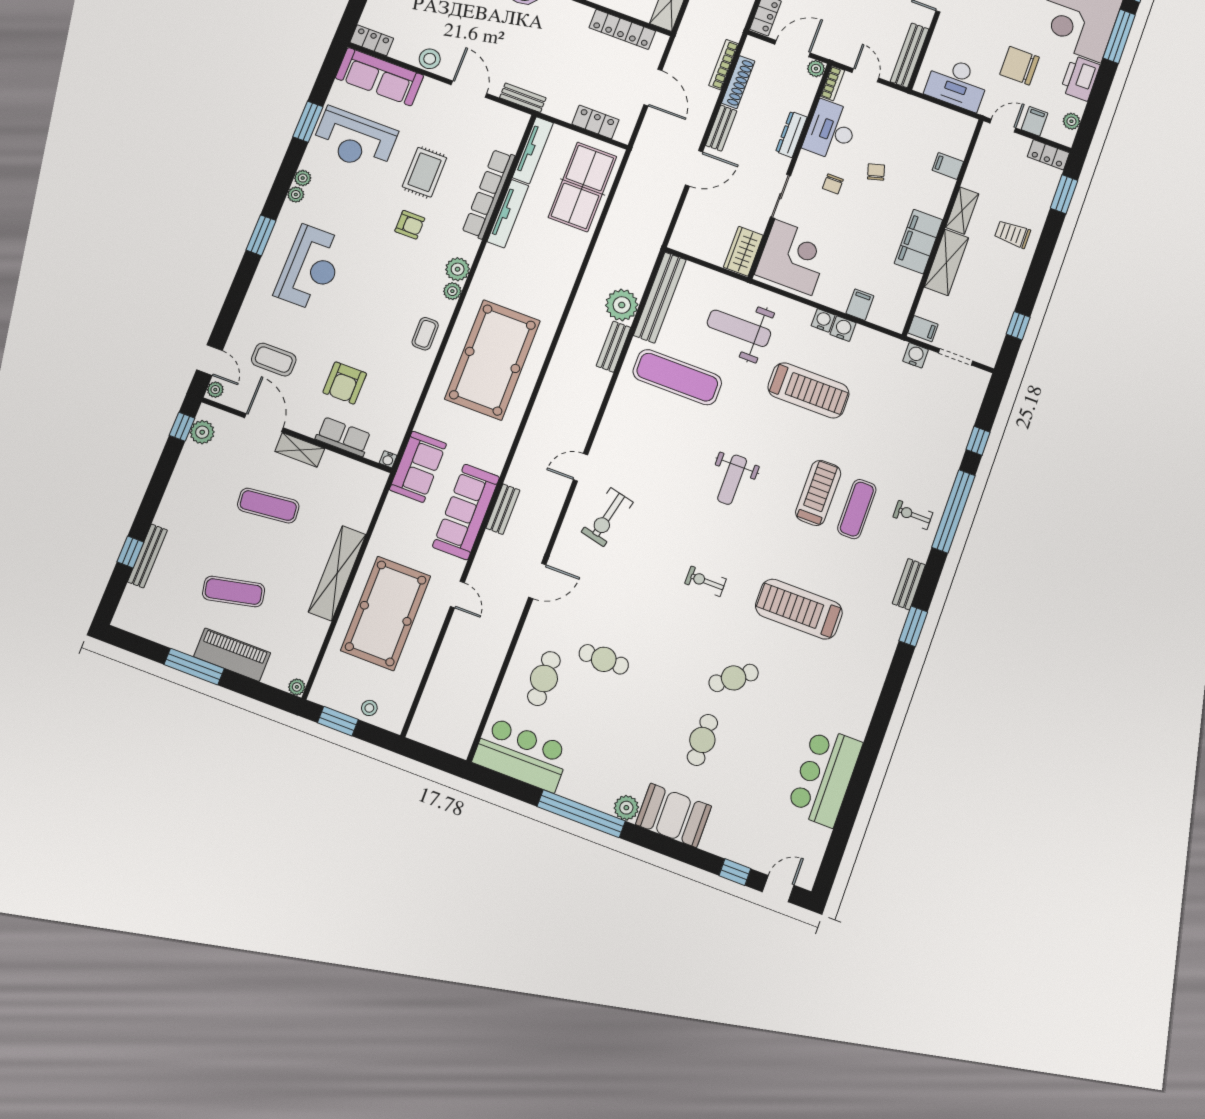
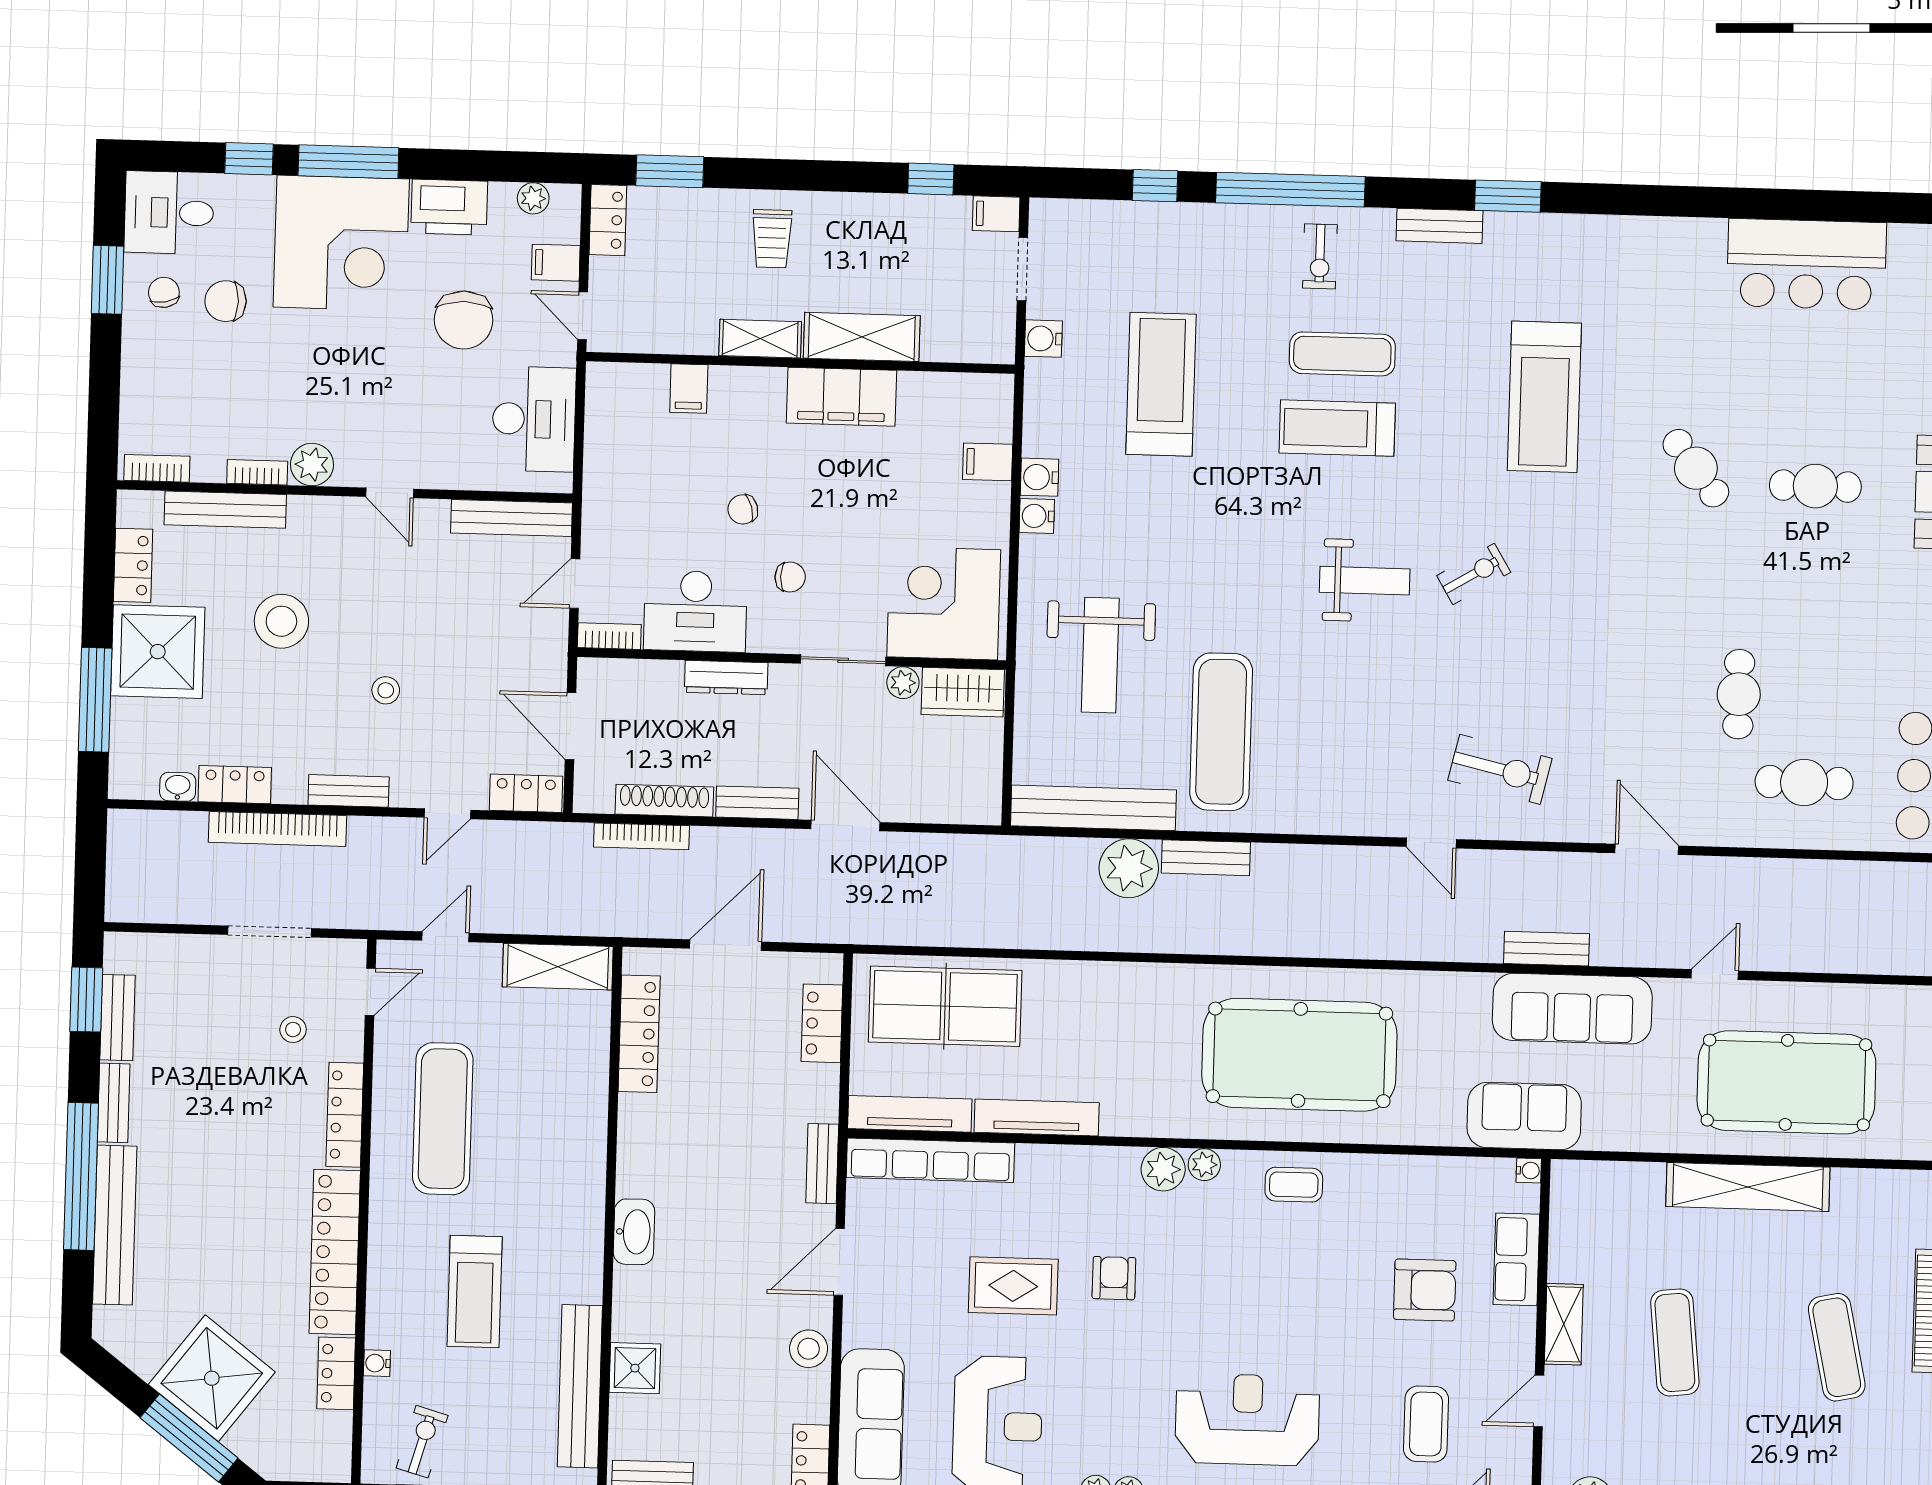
plant: (816, 69) -> (903, 683), moved
row of seats: (489, 194) -> (930, 1160), moved
filing cabinet: (923, 329) -> (996, 214), moved, turned -90
treadmill: (808, 390) -> (1161, 384), moved
door: (264, 423) -> (1539, 1401), width x0.73
exercise bike: (705, 581) -> (1474, 574), moved, turned -121

